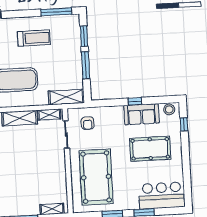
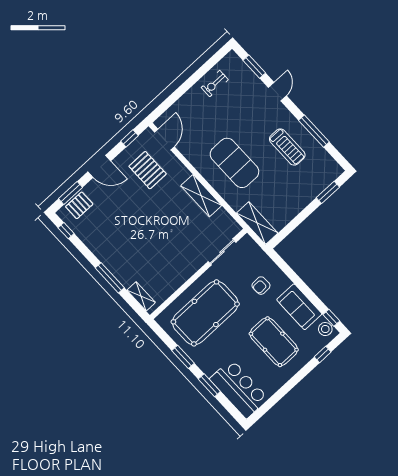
window: (56, 12) -> (314, 131), moved
window: (86, 65) -> (302, 216), removed
window: (135, 101) -> (331, 318), moved
shelving: (49, 115) -> (227, 221), removed
armchair: (88, 123) -> (261, 286), moved

